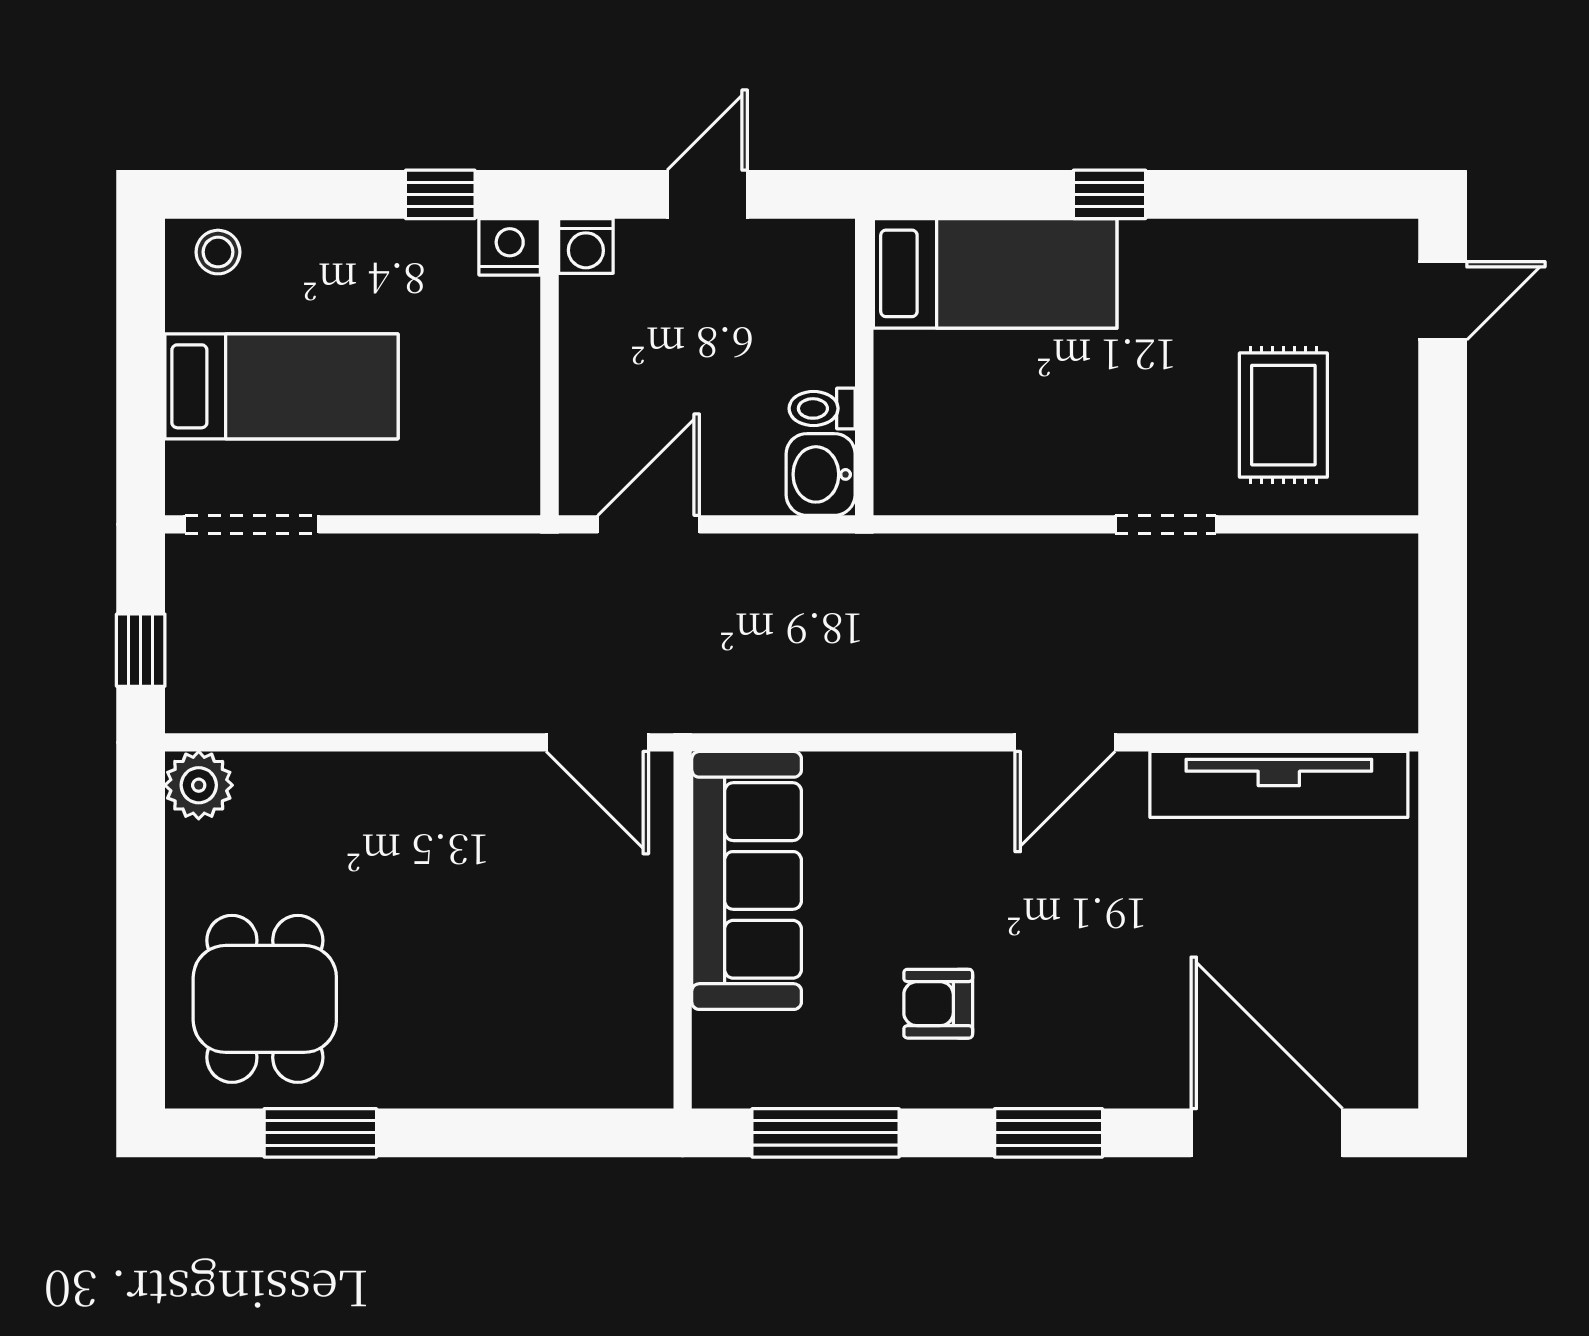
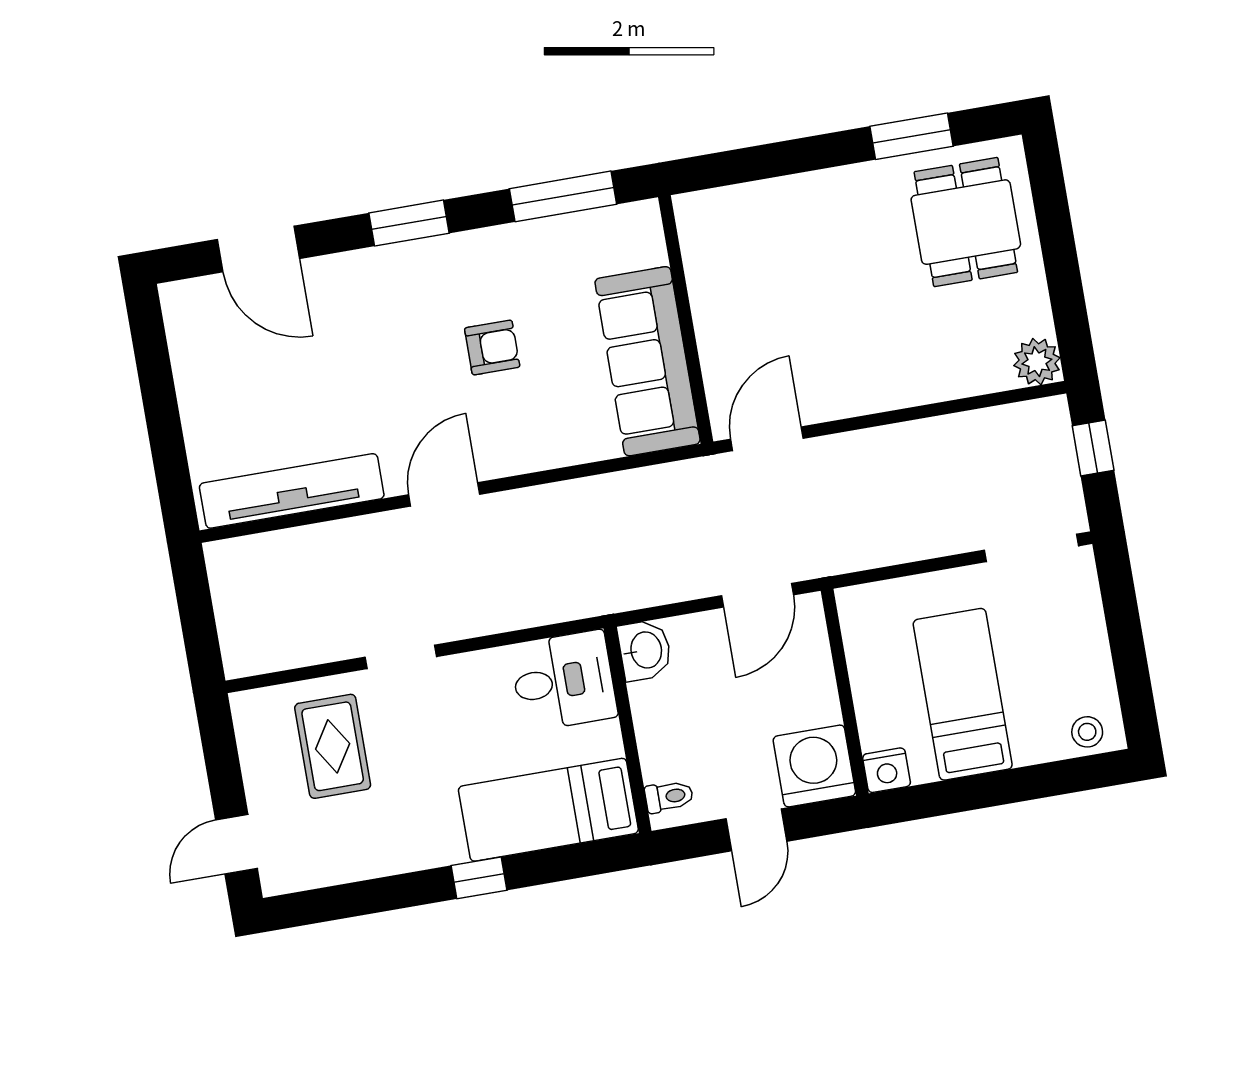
window: (440, 194) -> (941, 798), removed
washing machine: (586, 246) -> (814, 766), width x1.89, depth x1.89
bed: (282, 386) -> (963, 694), moved, turned 90
toilet: (822, 408) -> (669, 797), moved
desk: (943, 451) -> (563, 681), added
door: (597, 742) -> (767, 439), hinge flipped
armchair: (938, 1004) -> (492, 348), moved
door: (1267, 1133) -> (258, 249), width x0.73

